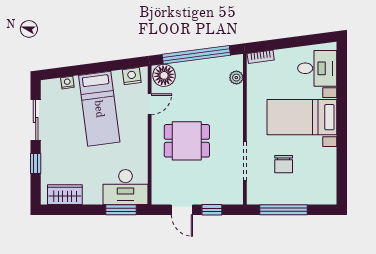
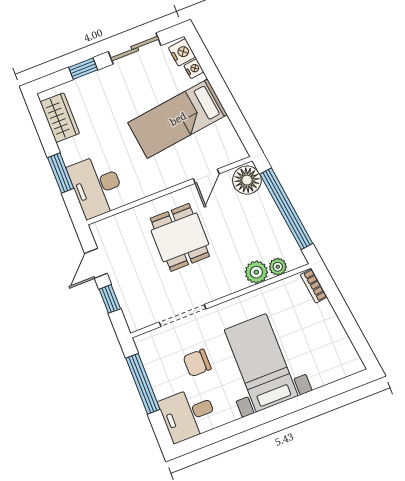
desk: (317, 68) -> (188, 414), moved, turned 90
nightstand: (132, 76) -> (182, 52), moved
plant: (234, 95) -> (256, 272), added
door: (150, 104) -> (206, 176), hinge flipped
window: (121, 210) -> (61, 173), moved

